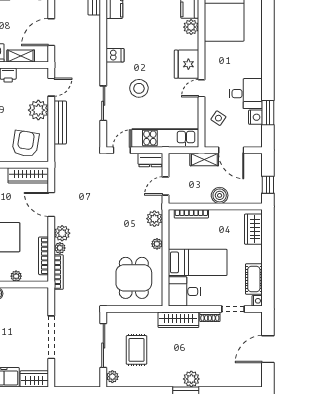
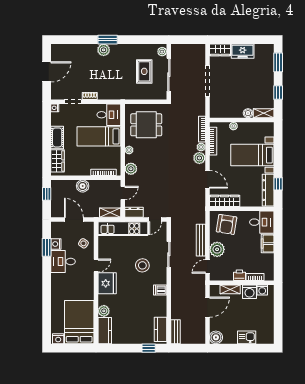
shelving: (204, 159) -> (110, 213), moved
dining table: (134, 278) -> (146, 125), turned 90
cot: (254, 279) -> (57, 137), moved
wardrobe: (178, 320) -> (113, 94), removed

